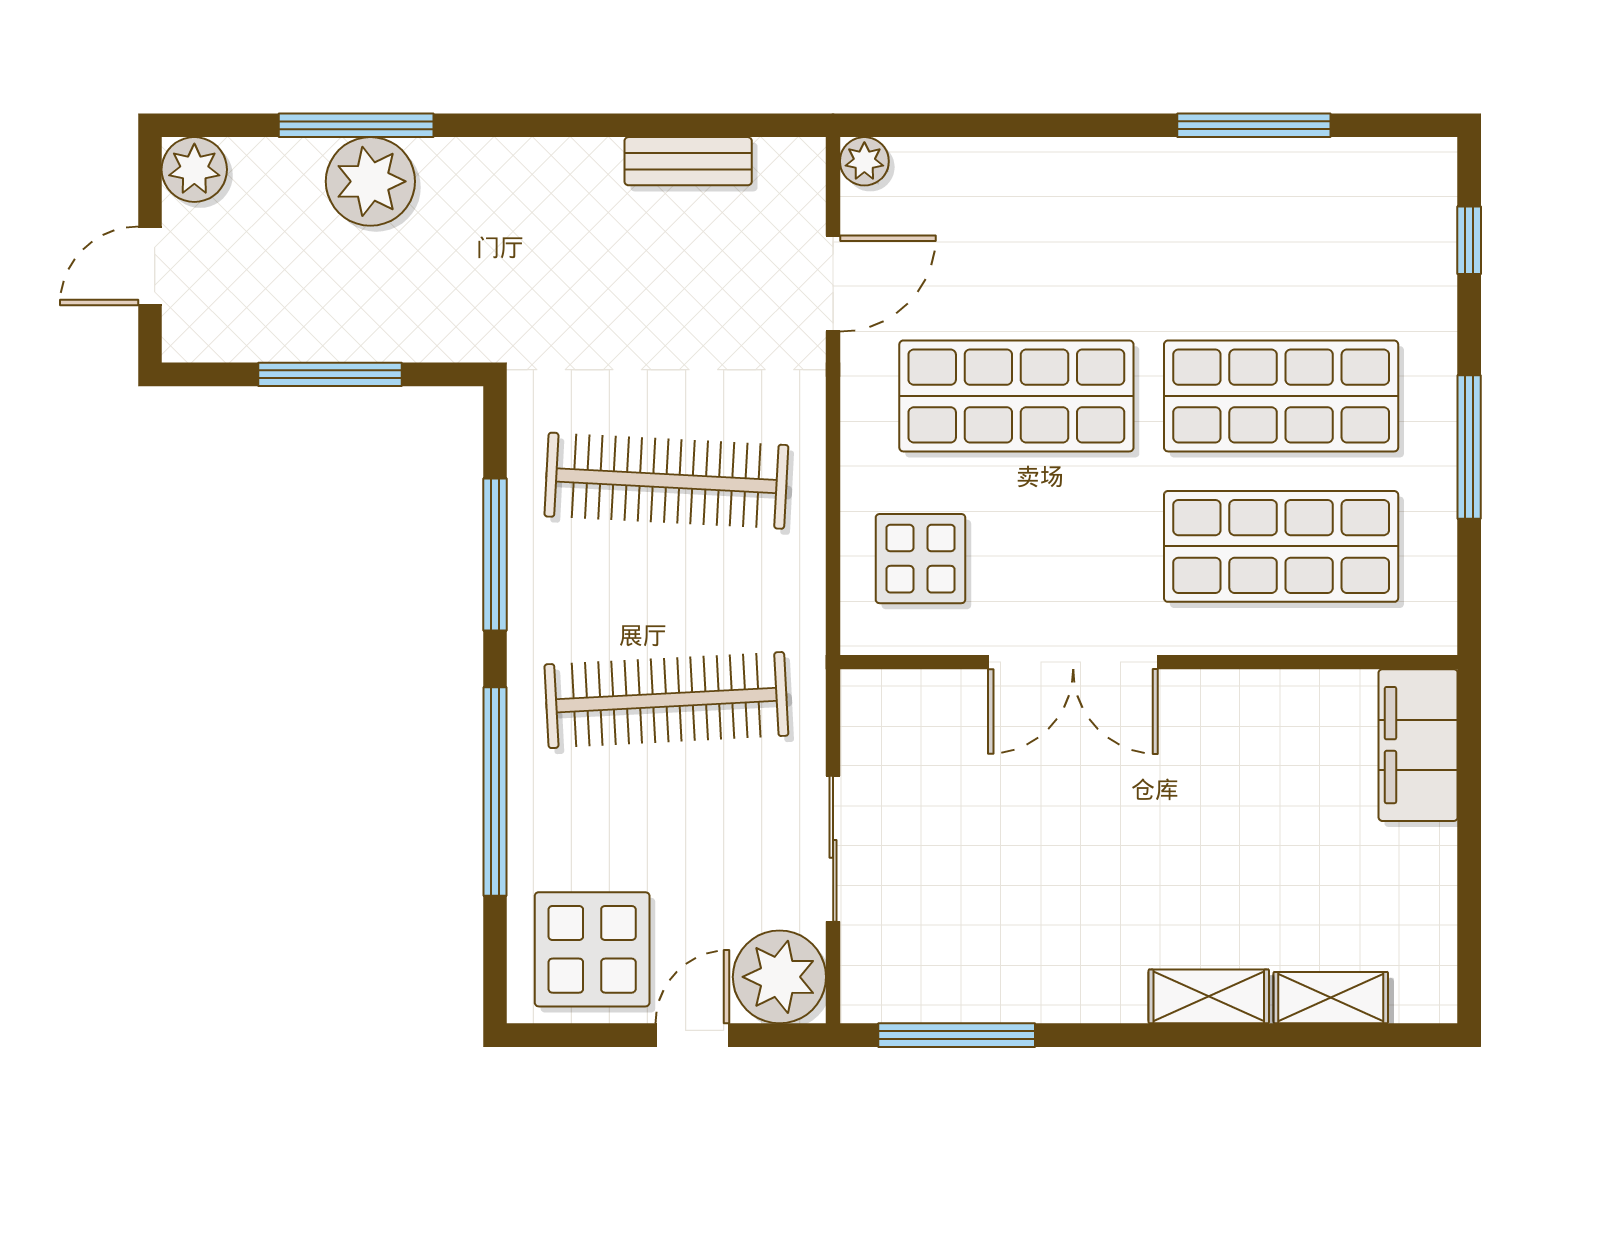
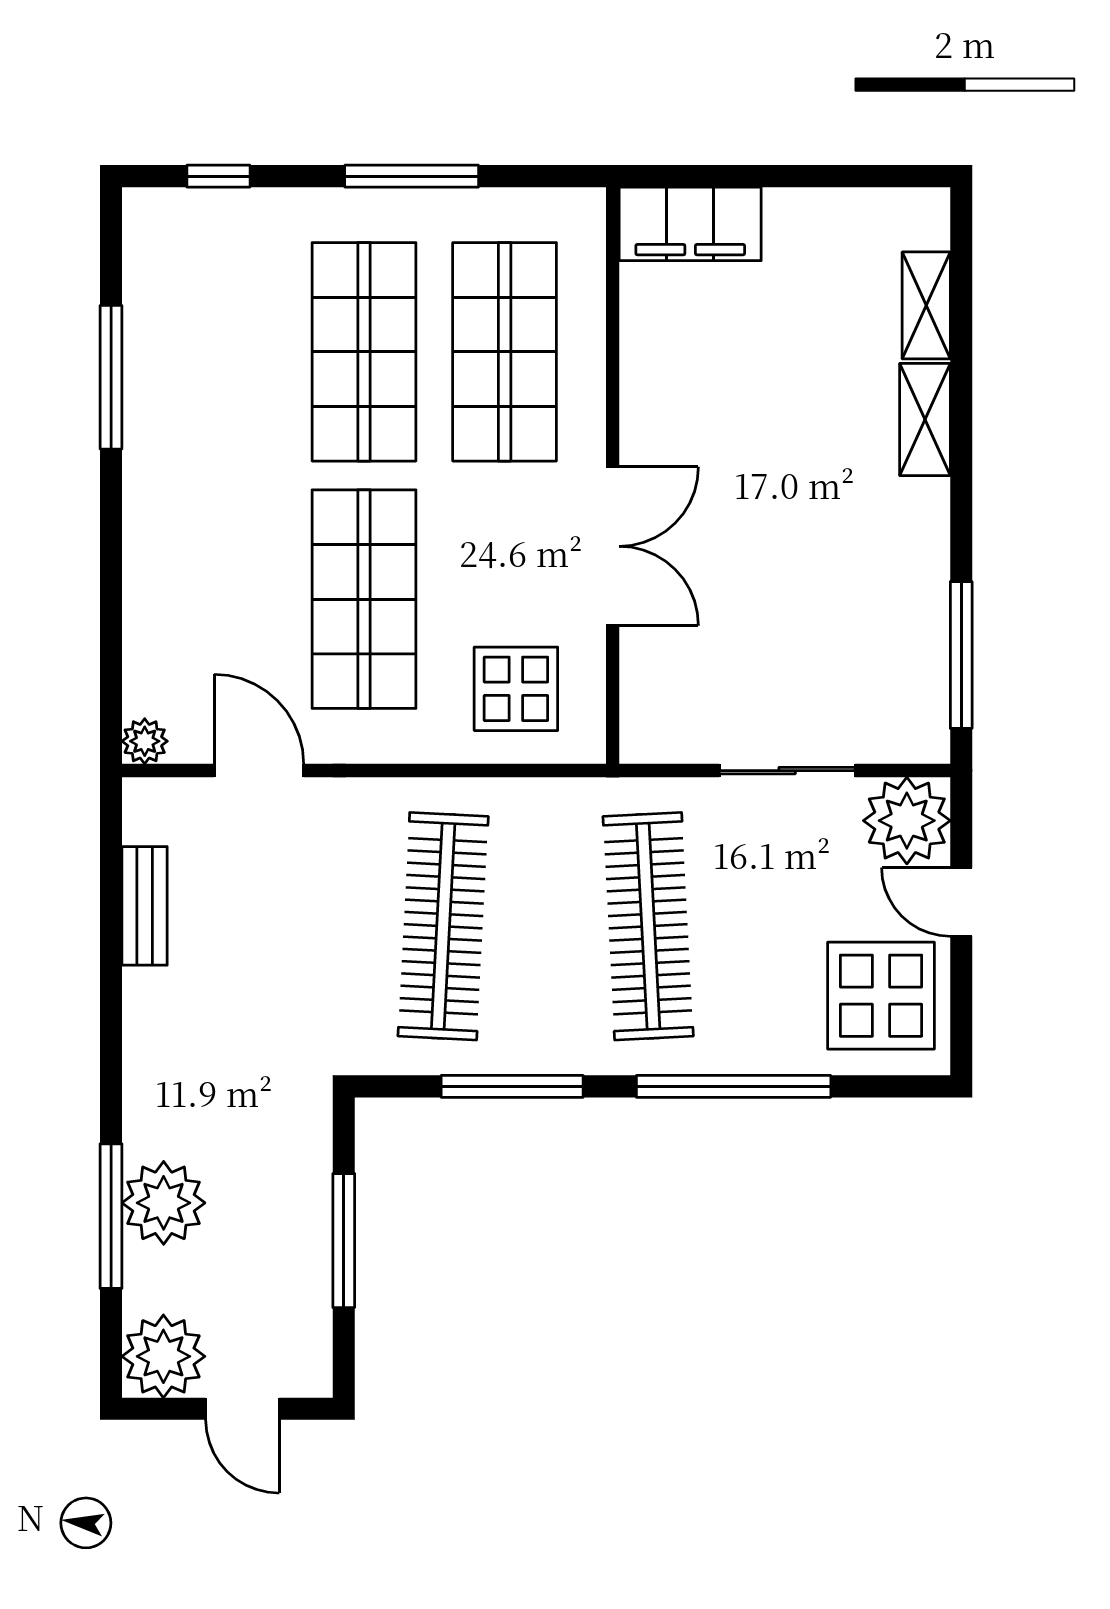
plant: (194, 170) -> (163, 1356), width x1.36, depth x1.36

